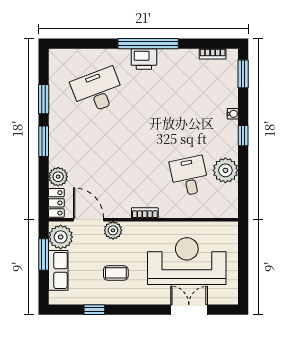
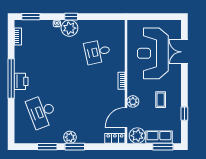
plant: (225, 170) -> (69, 28), moved
plant: (58, 177) -> (70, 137), moved
window: (44, 254) -> (163, 147), moved

